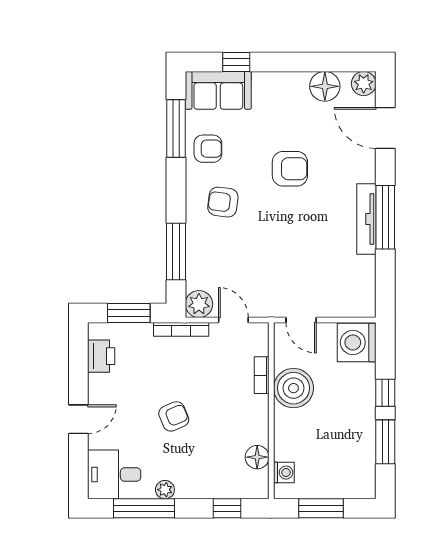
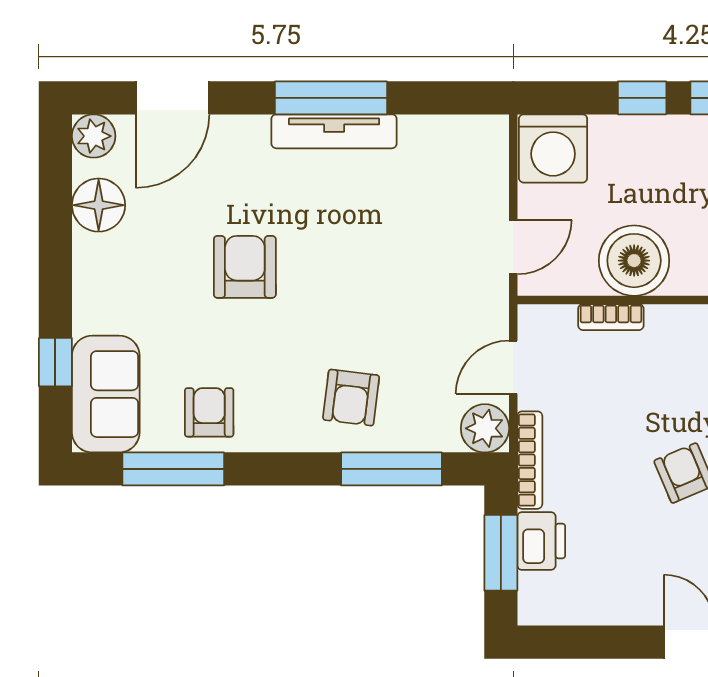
armchair: (223, 202) -> (351, 398), moved
printer: (101, 356) -> (541, 541), moved, turned 90

